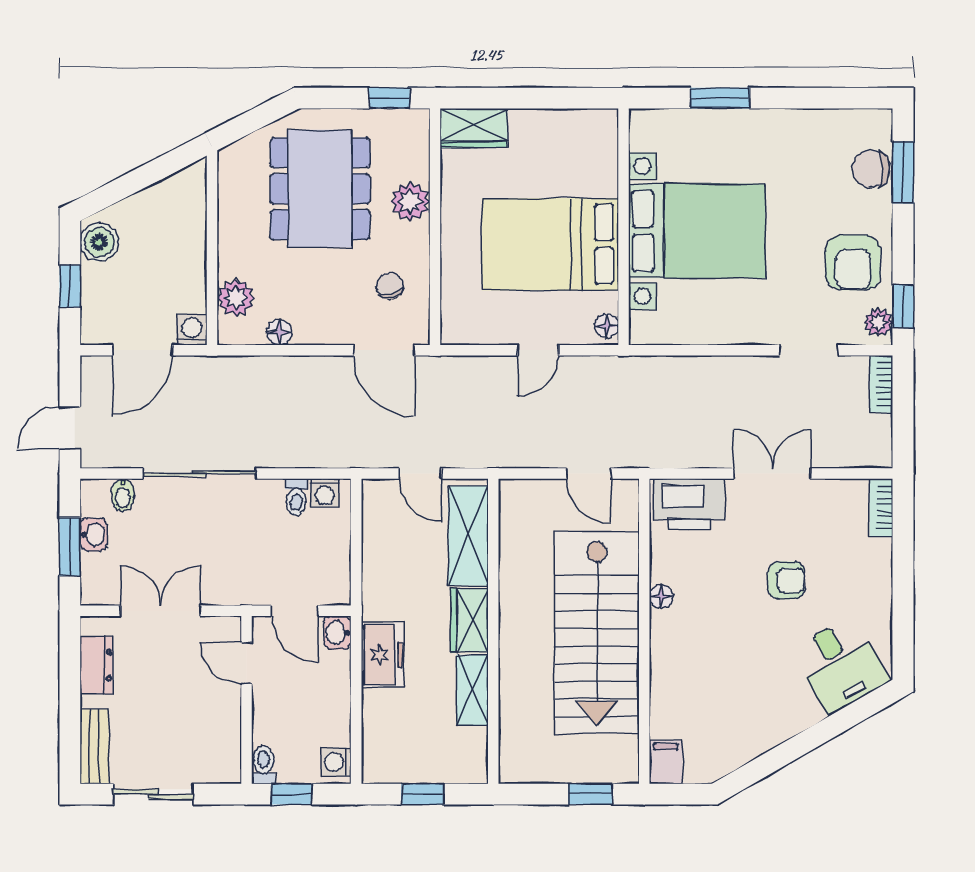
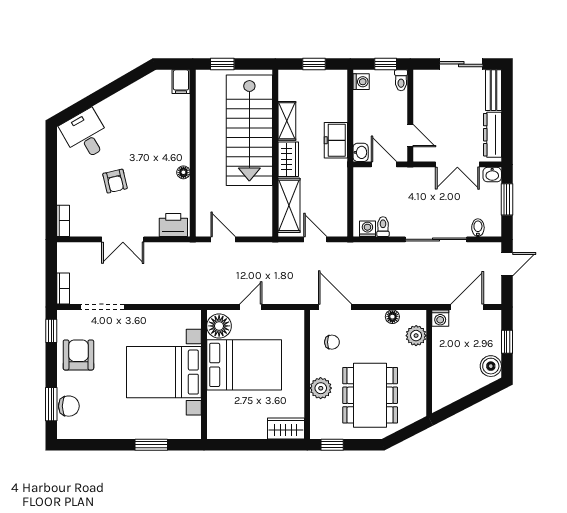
chair: (390, 286) -> (332, 342), turned -75
plant: (878, 322) -> (65, 322), removed
floor lamp: (607, 326) -> (219, 326), width x1.89, depth x1.89
doorway: (809, 350) -> (103, 307), width x1.38
printer: (689, 504) -> (173, 225), width x0.73, depth x0.84
washbasin: (93, 535) -> (492, 175), moved, turned -90
armchair: (786, 580) -> (115, 181), turned -103
stairs: (597, 633) -> (249, 130), moved, turned 180
dresser: (96, 665) -> (492, 135), width x1.44

